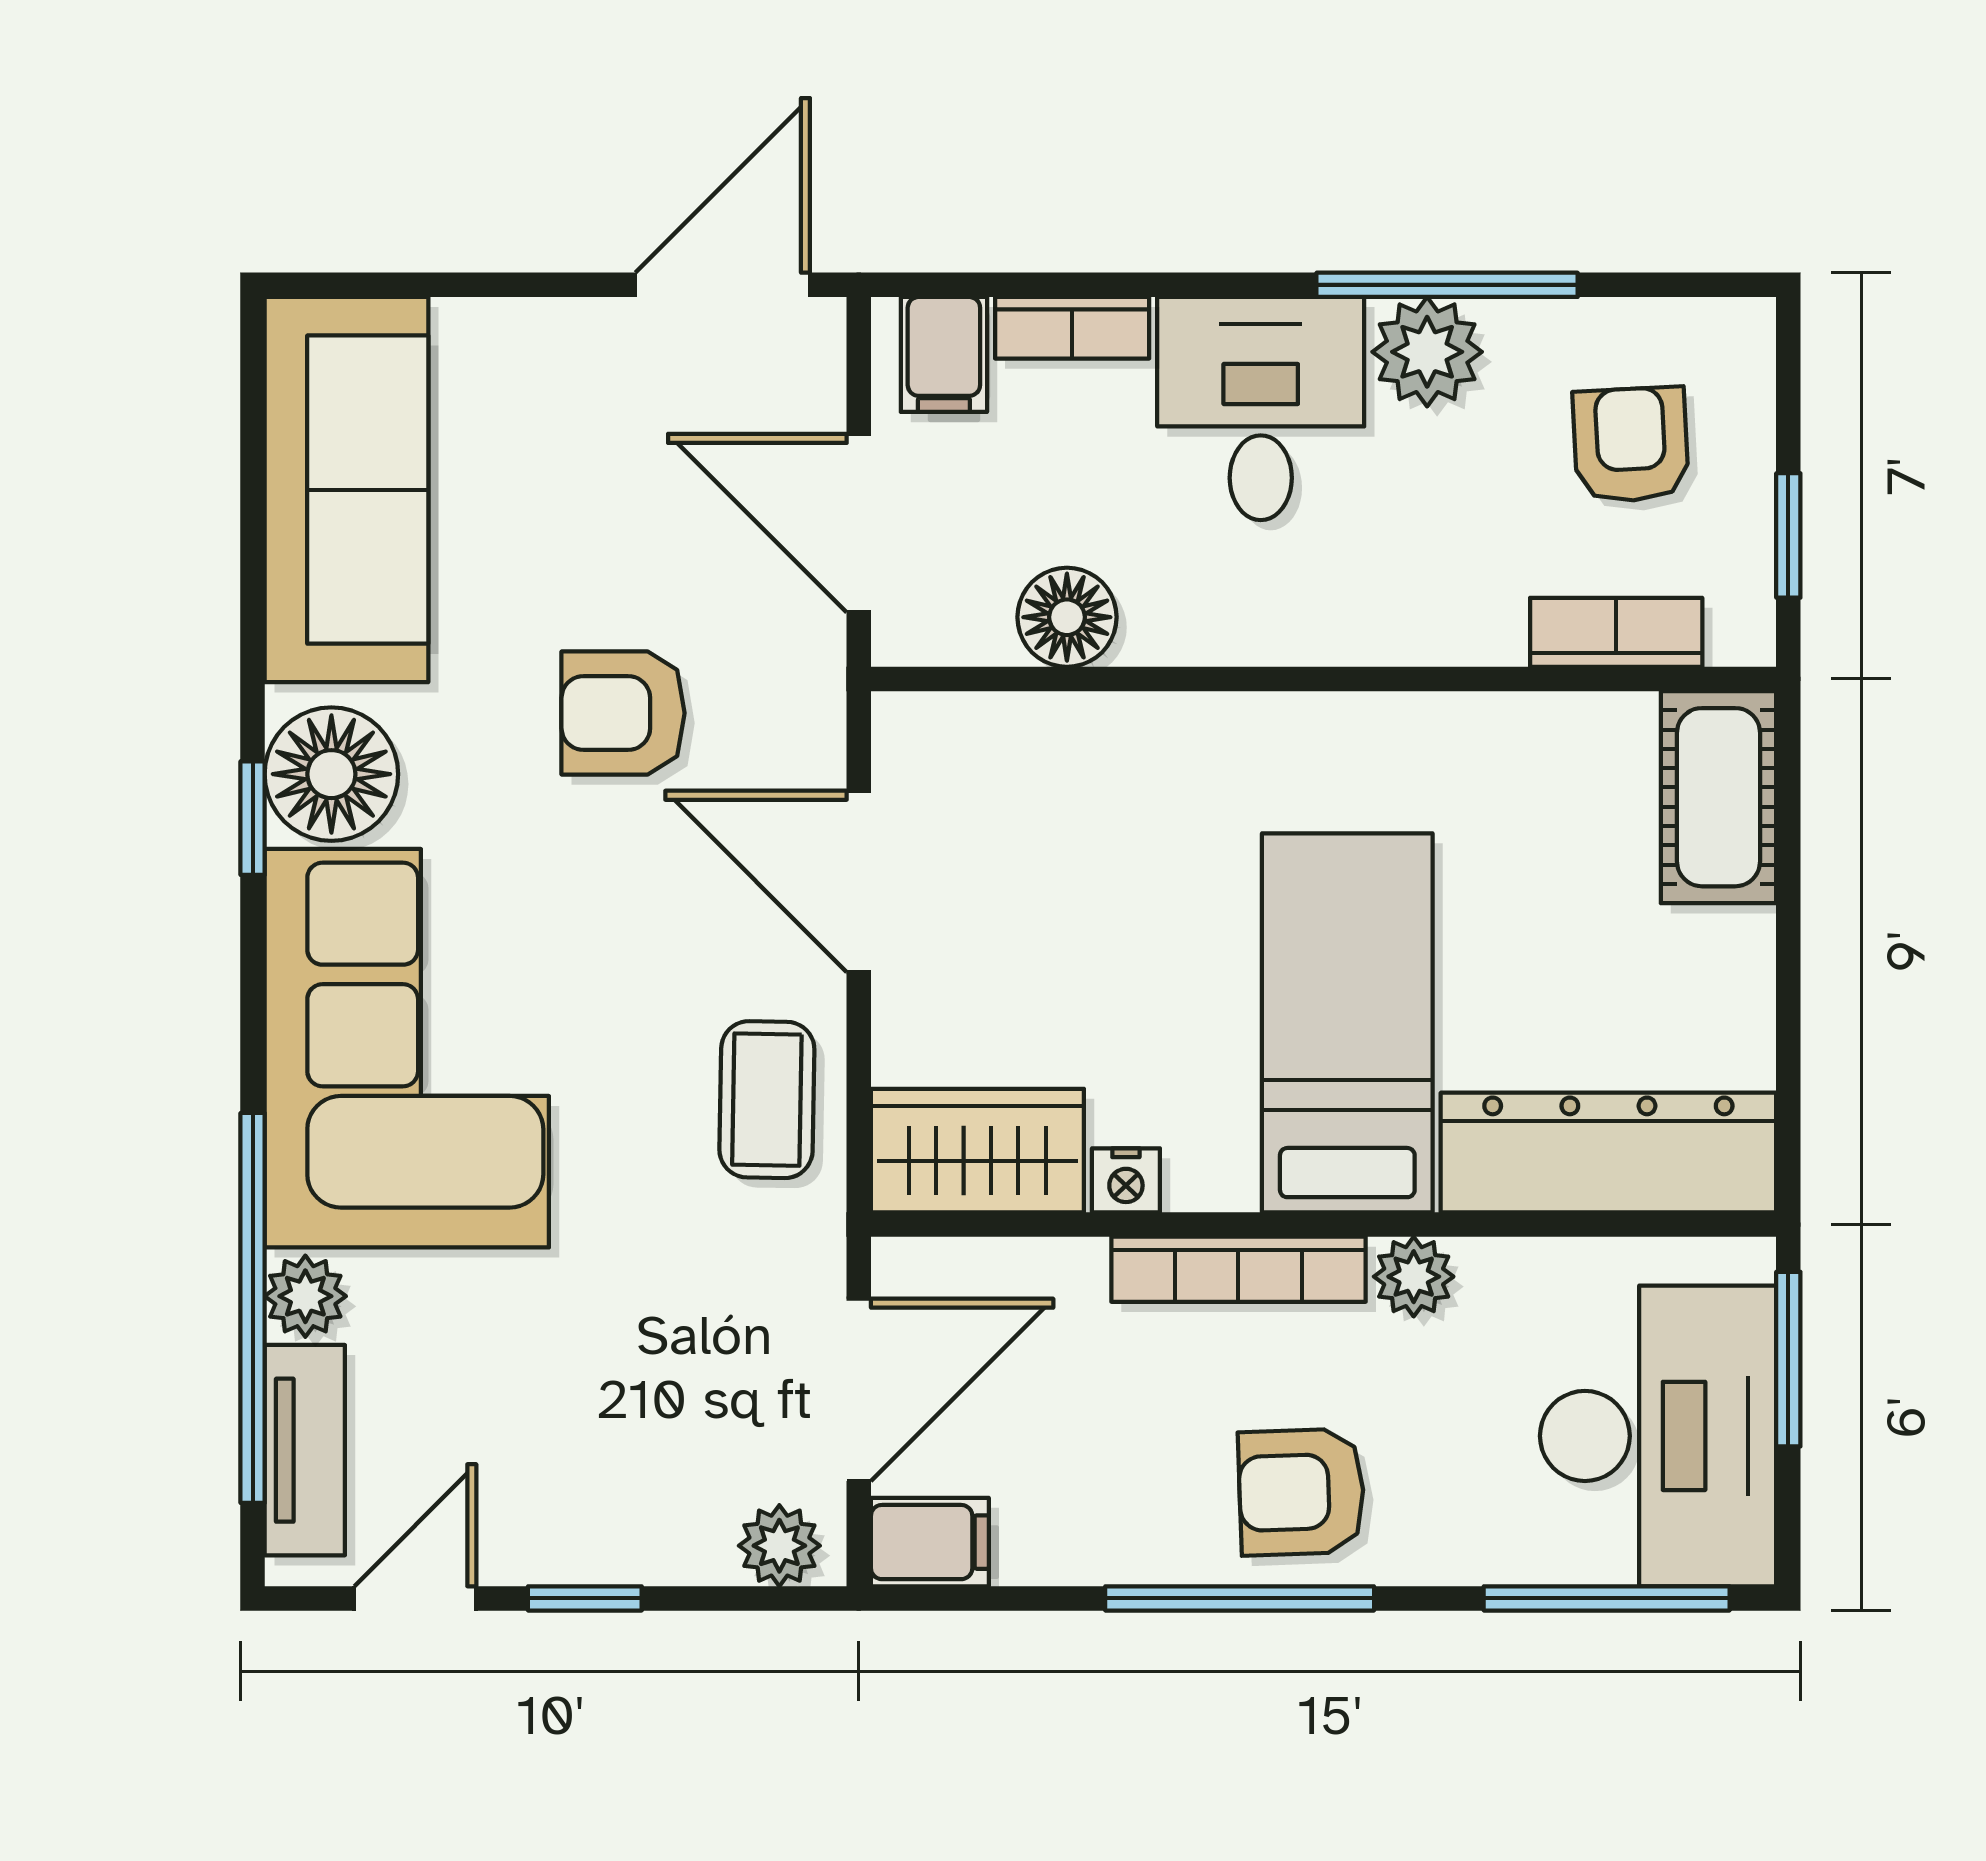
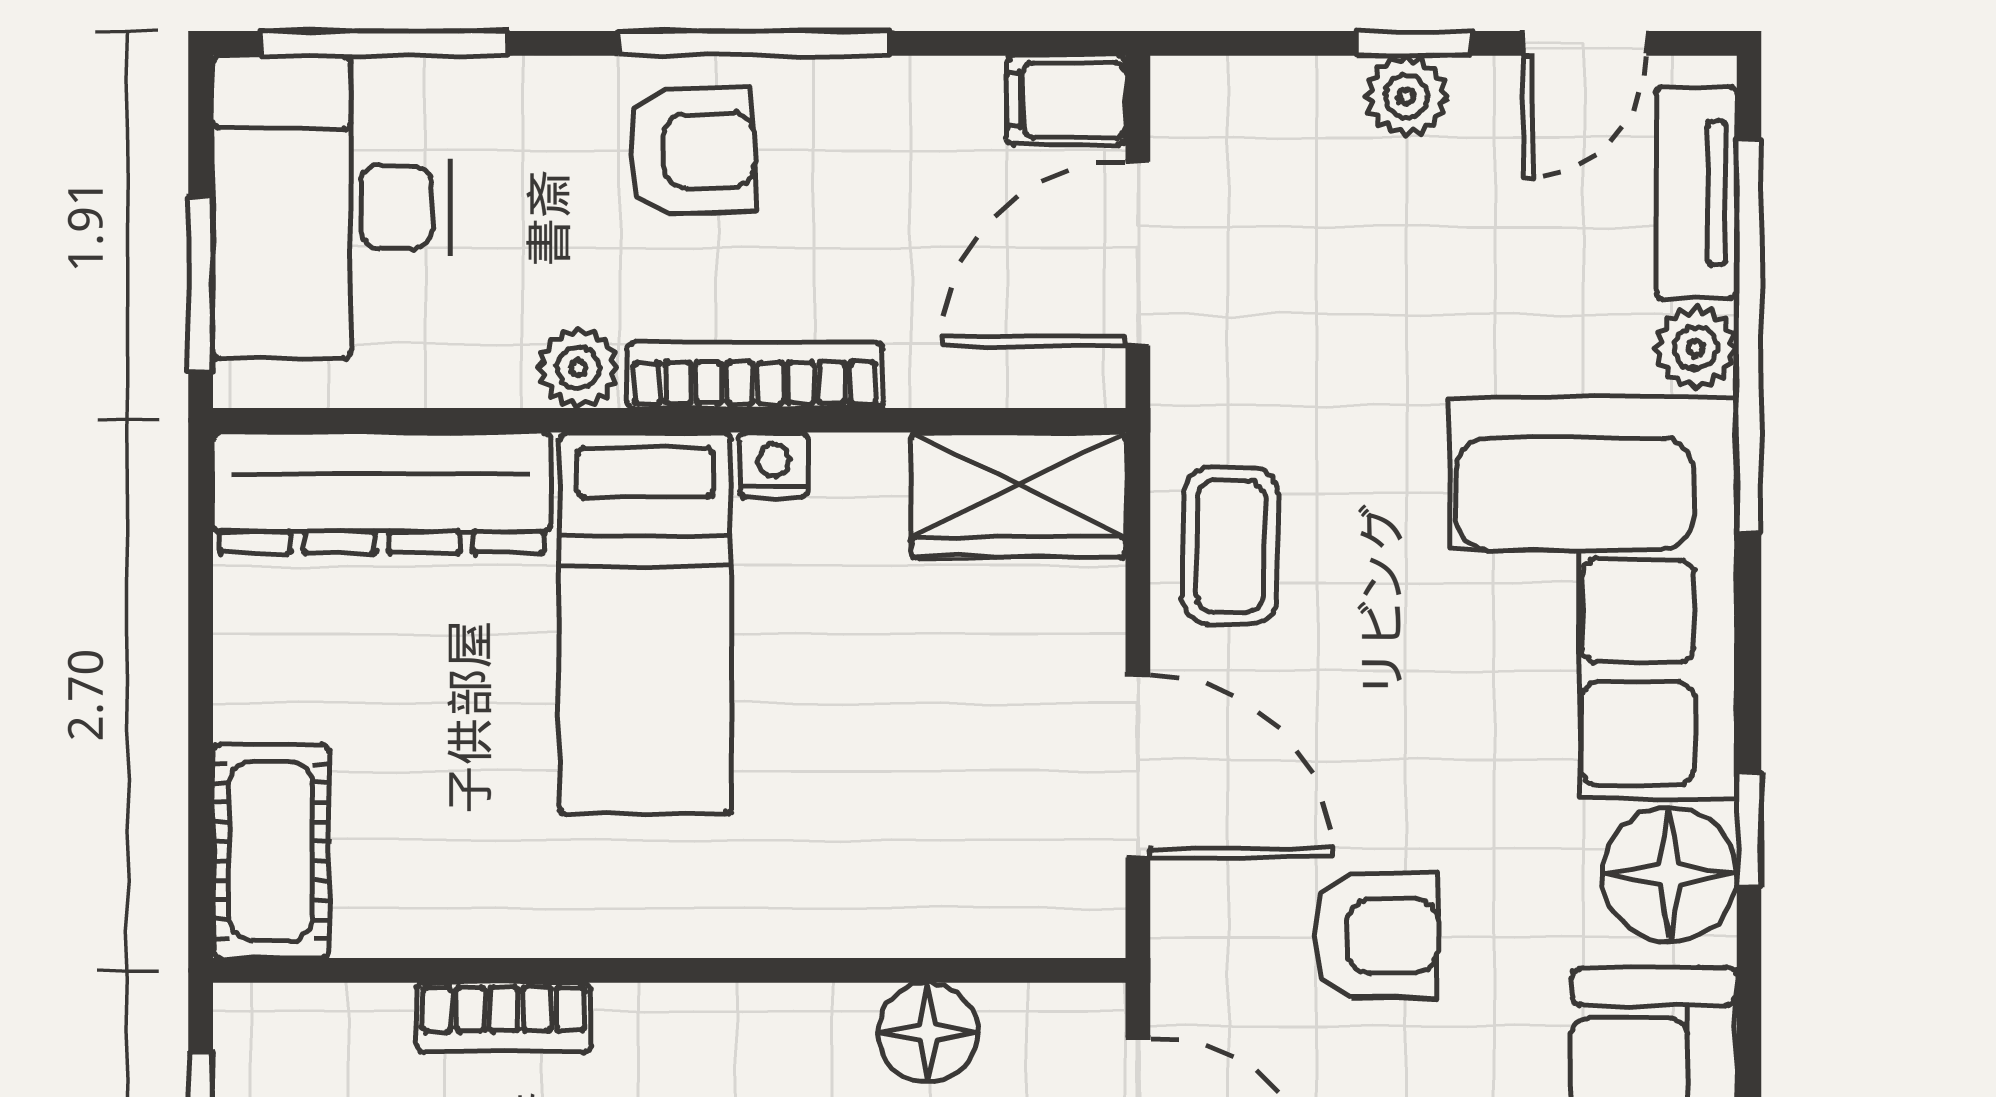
bookcase: (1616, 632) -> (504, 1017), moved
nightstand: (1126, 1180) -> (774, 465), moved
plant: (779, 1546) -> (1406, 97), moved

